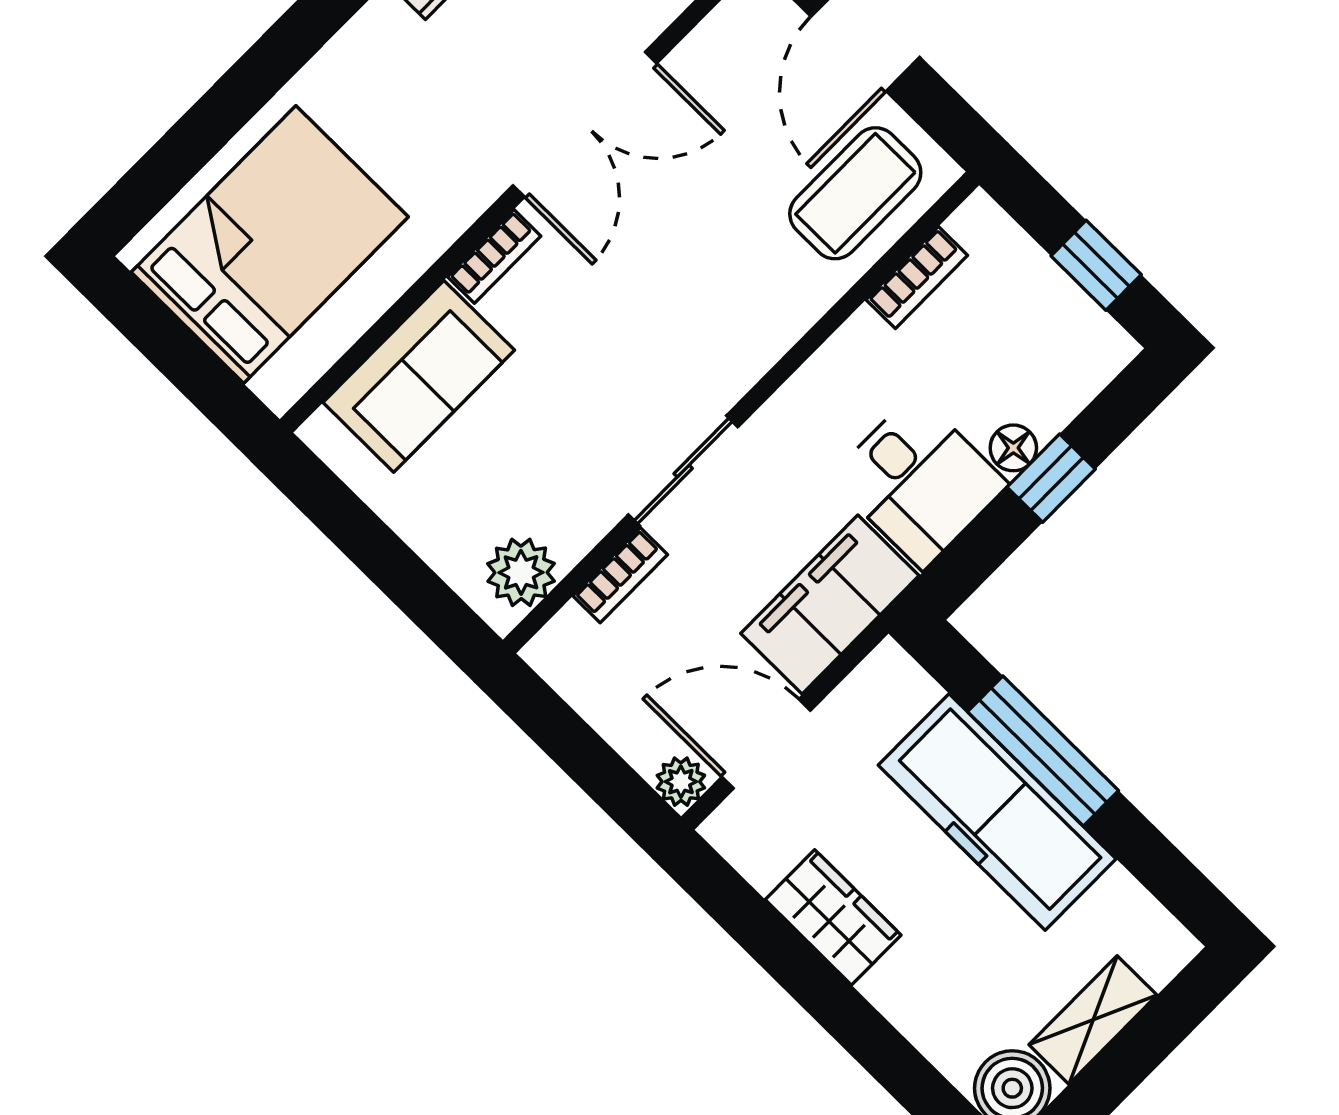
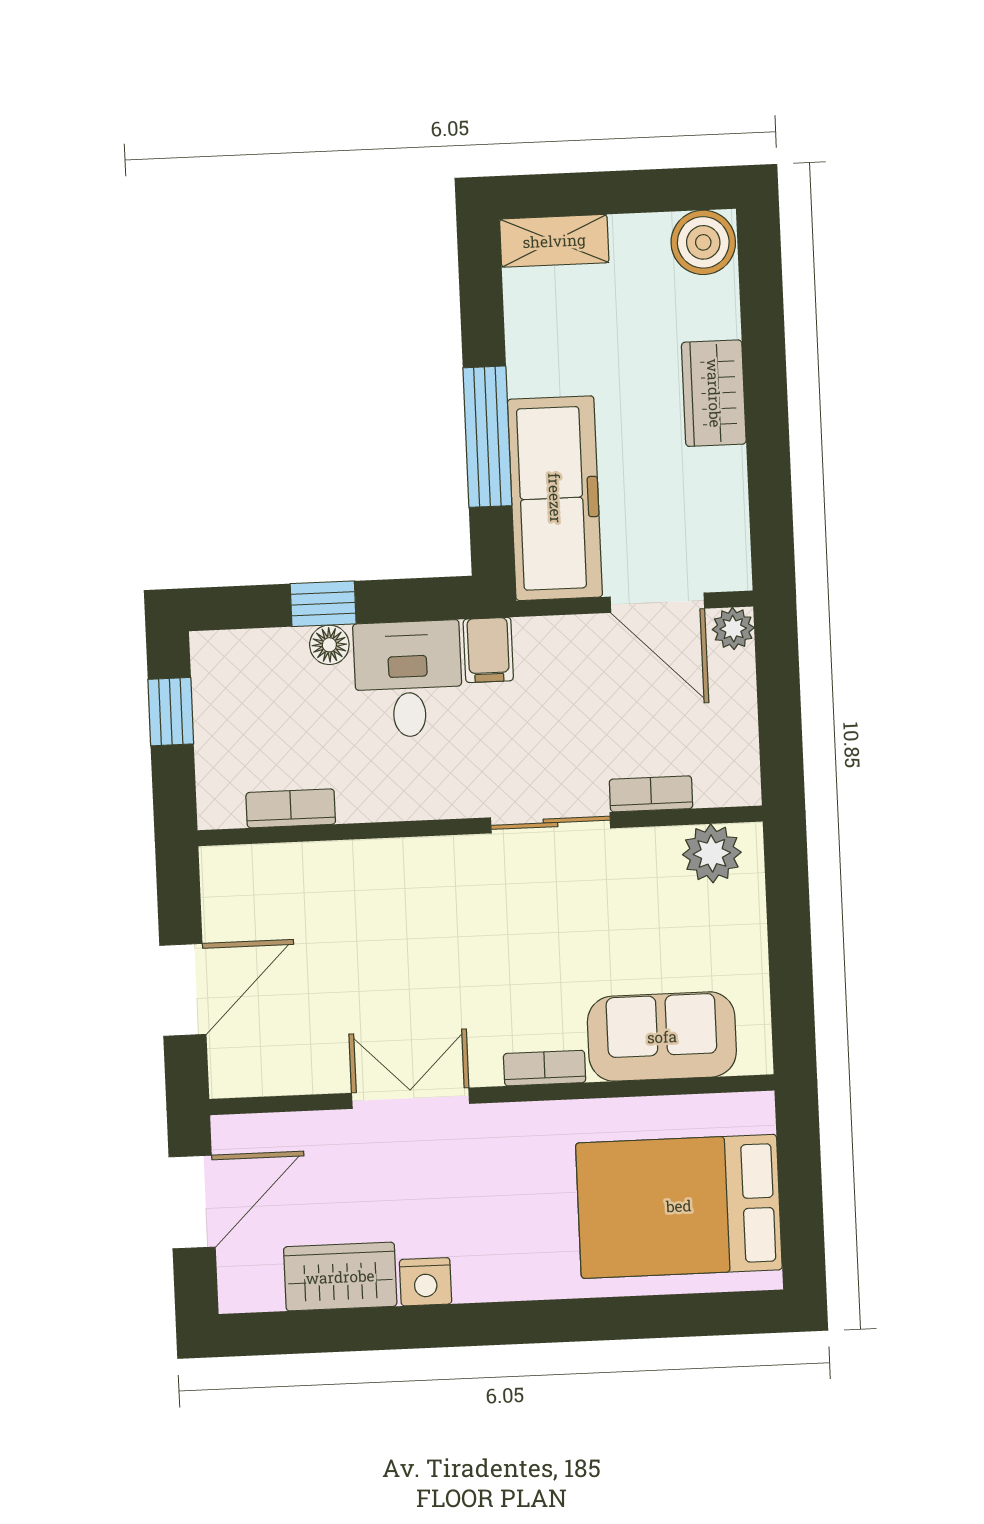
double door: (585, 124) -> (411, 1098), width x0.73
coffee table: (855, 193) -> (280, 897), removed
filing cabinet: (830, 605) -> (488, 650), width x0.33, depth x0.86
freezer: (997, 812) -> (555, 498), moved
wardrobe: (833, 917) -> (714, 393), moved
shelving: (1093, 1020) -> (554, 241), moved

